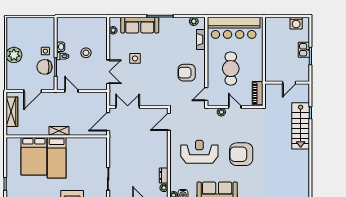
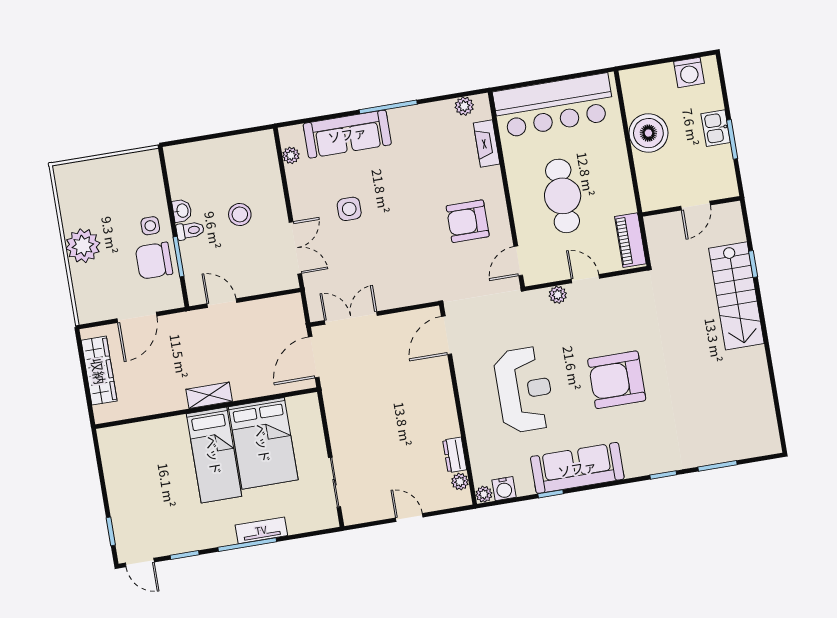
boiler: (274, 47) -> (648, 133), added
reception desk: (199, 152) -> (524, 390), turned 90
bed: (34, 156) -> (263, 443), moved

